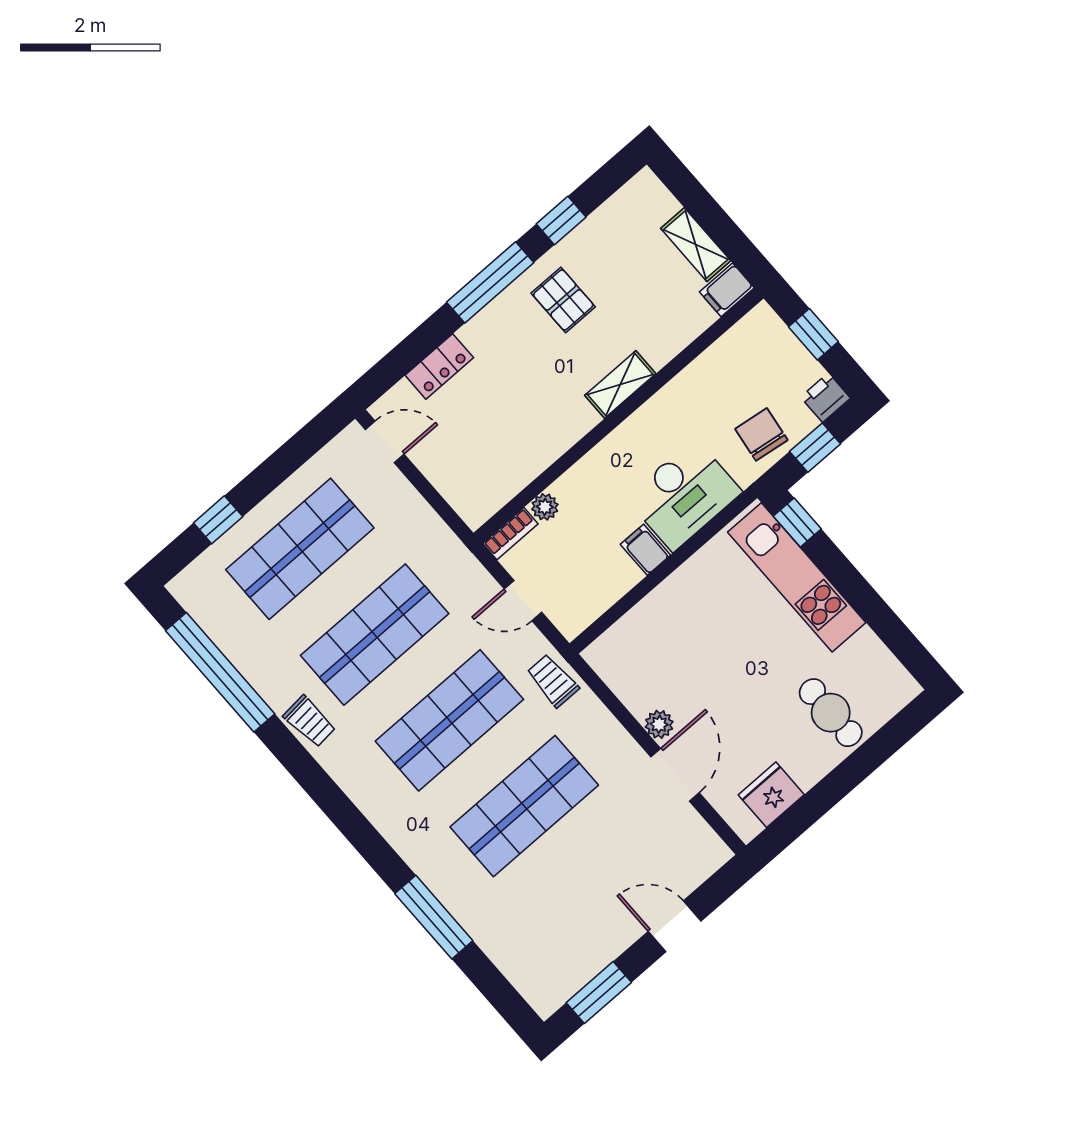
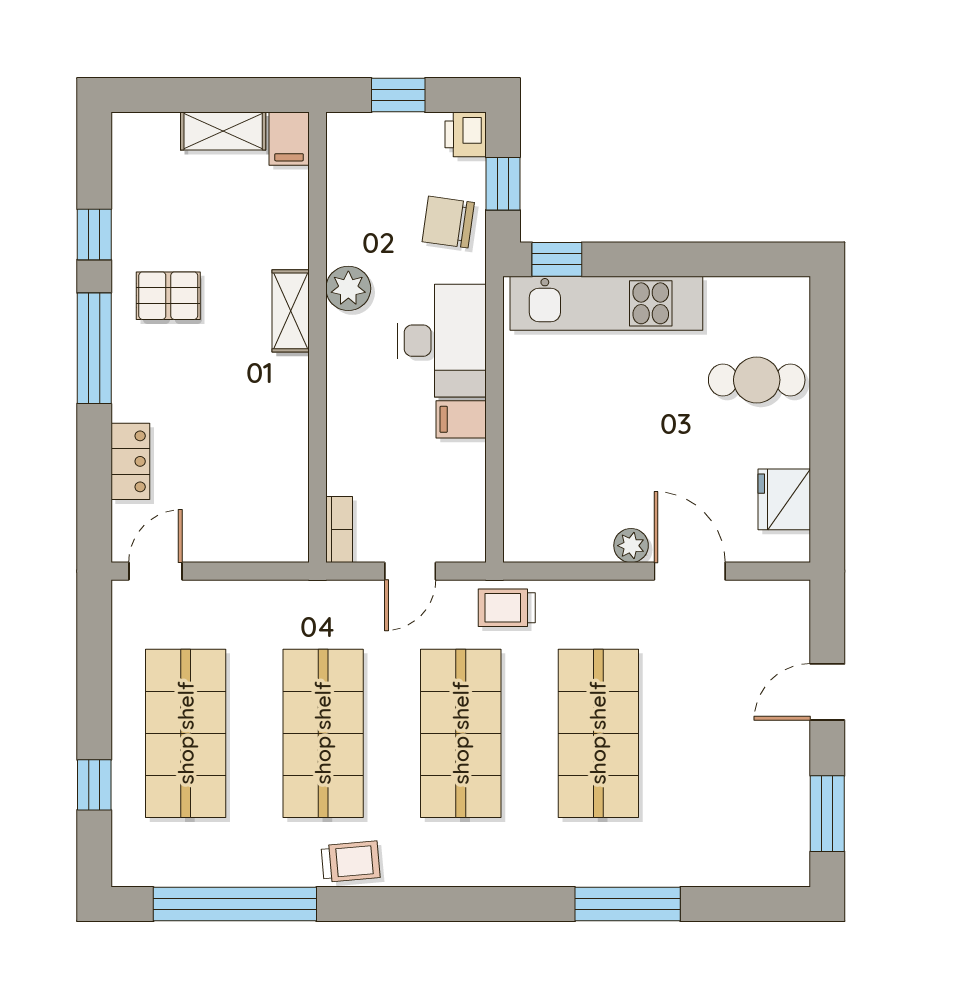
plant: (545, 507) -> (348, 288), moved, width x1.38, depth x1.38

